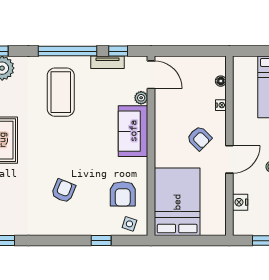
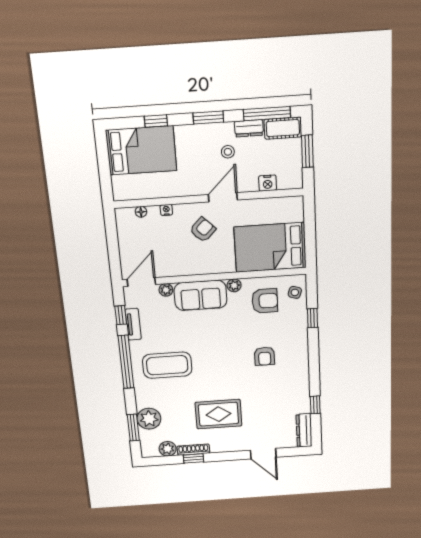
door: (229, 159) -> (223, 197), hinge flipped
plant: (141, 165) -> (234, 285), added
armchair: (63, 191) -> (265, 356), turned -112

